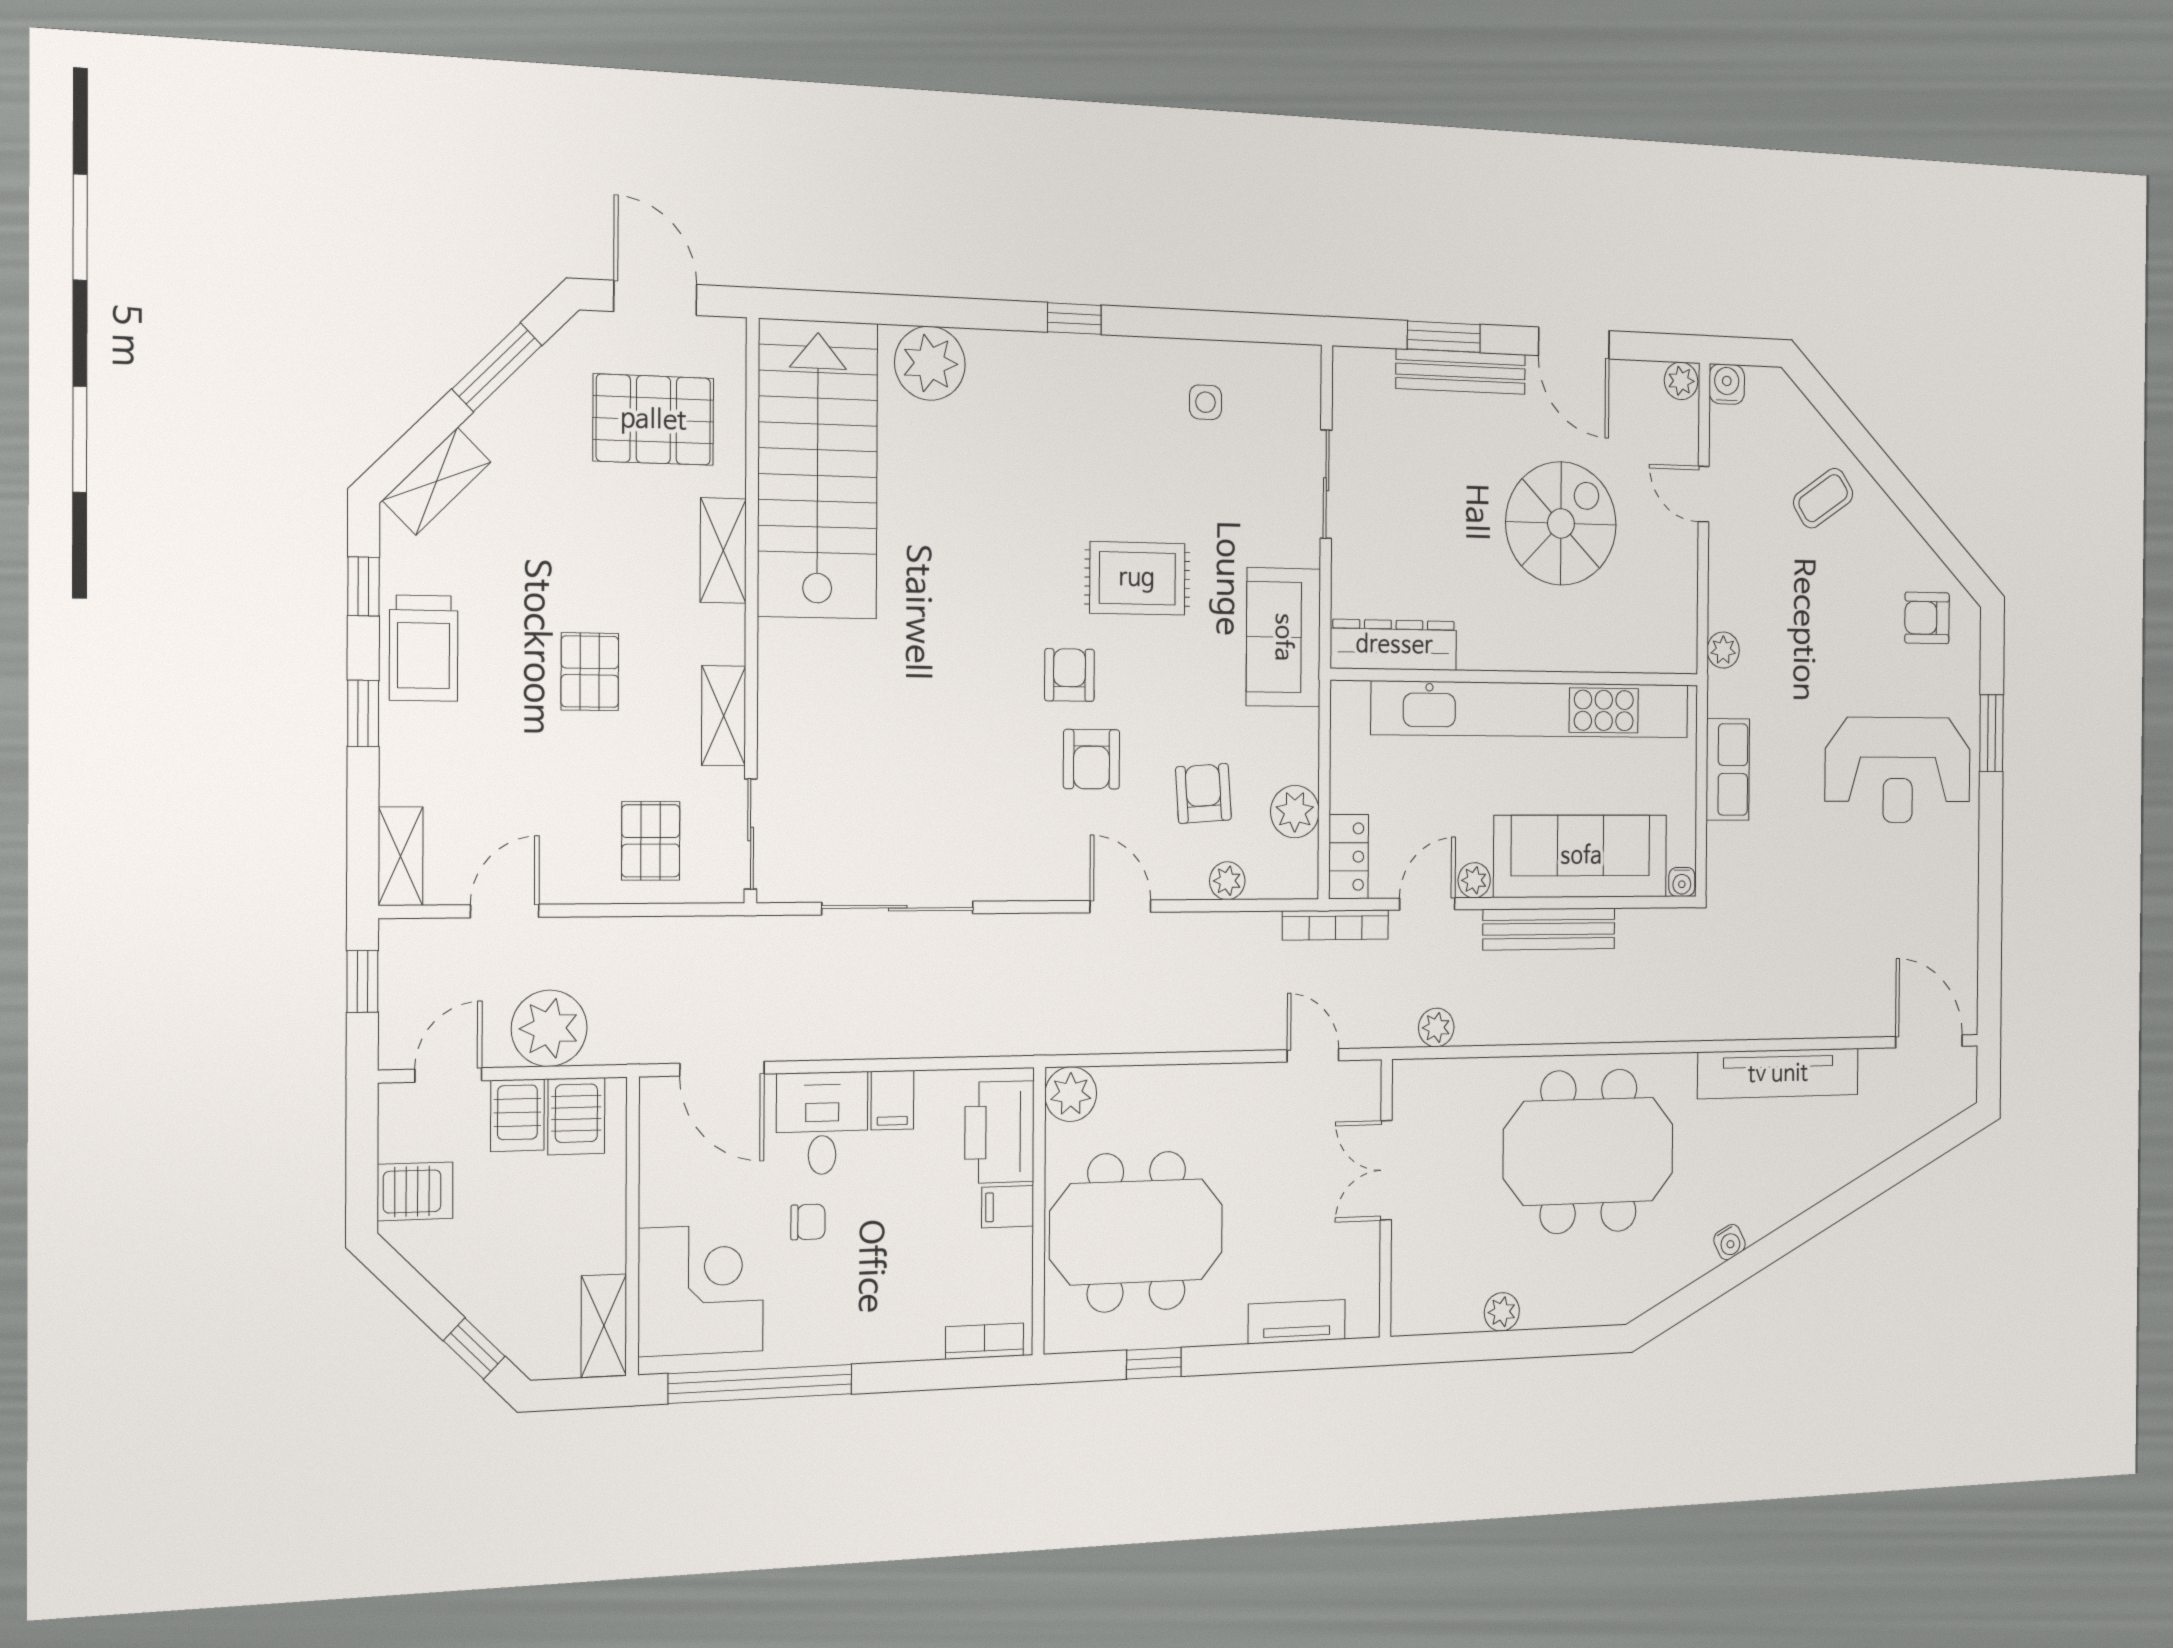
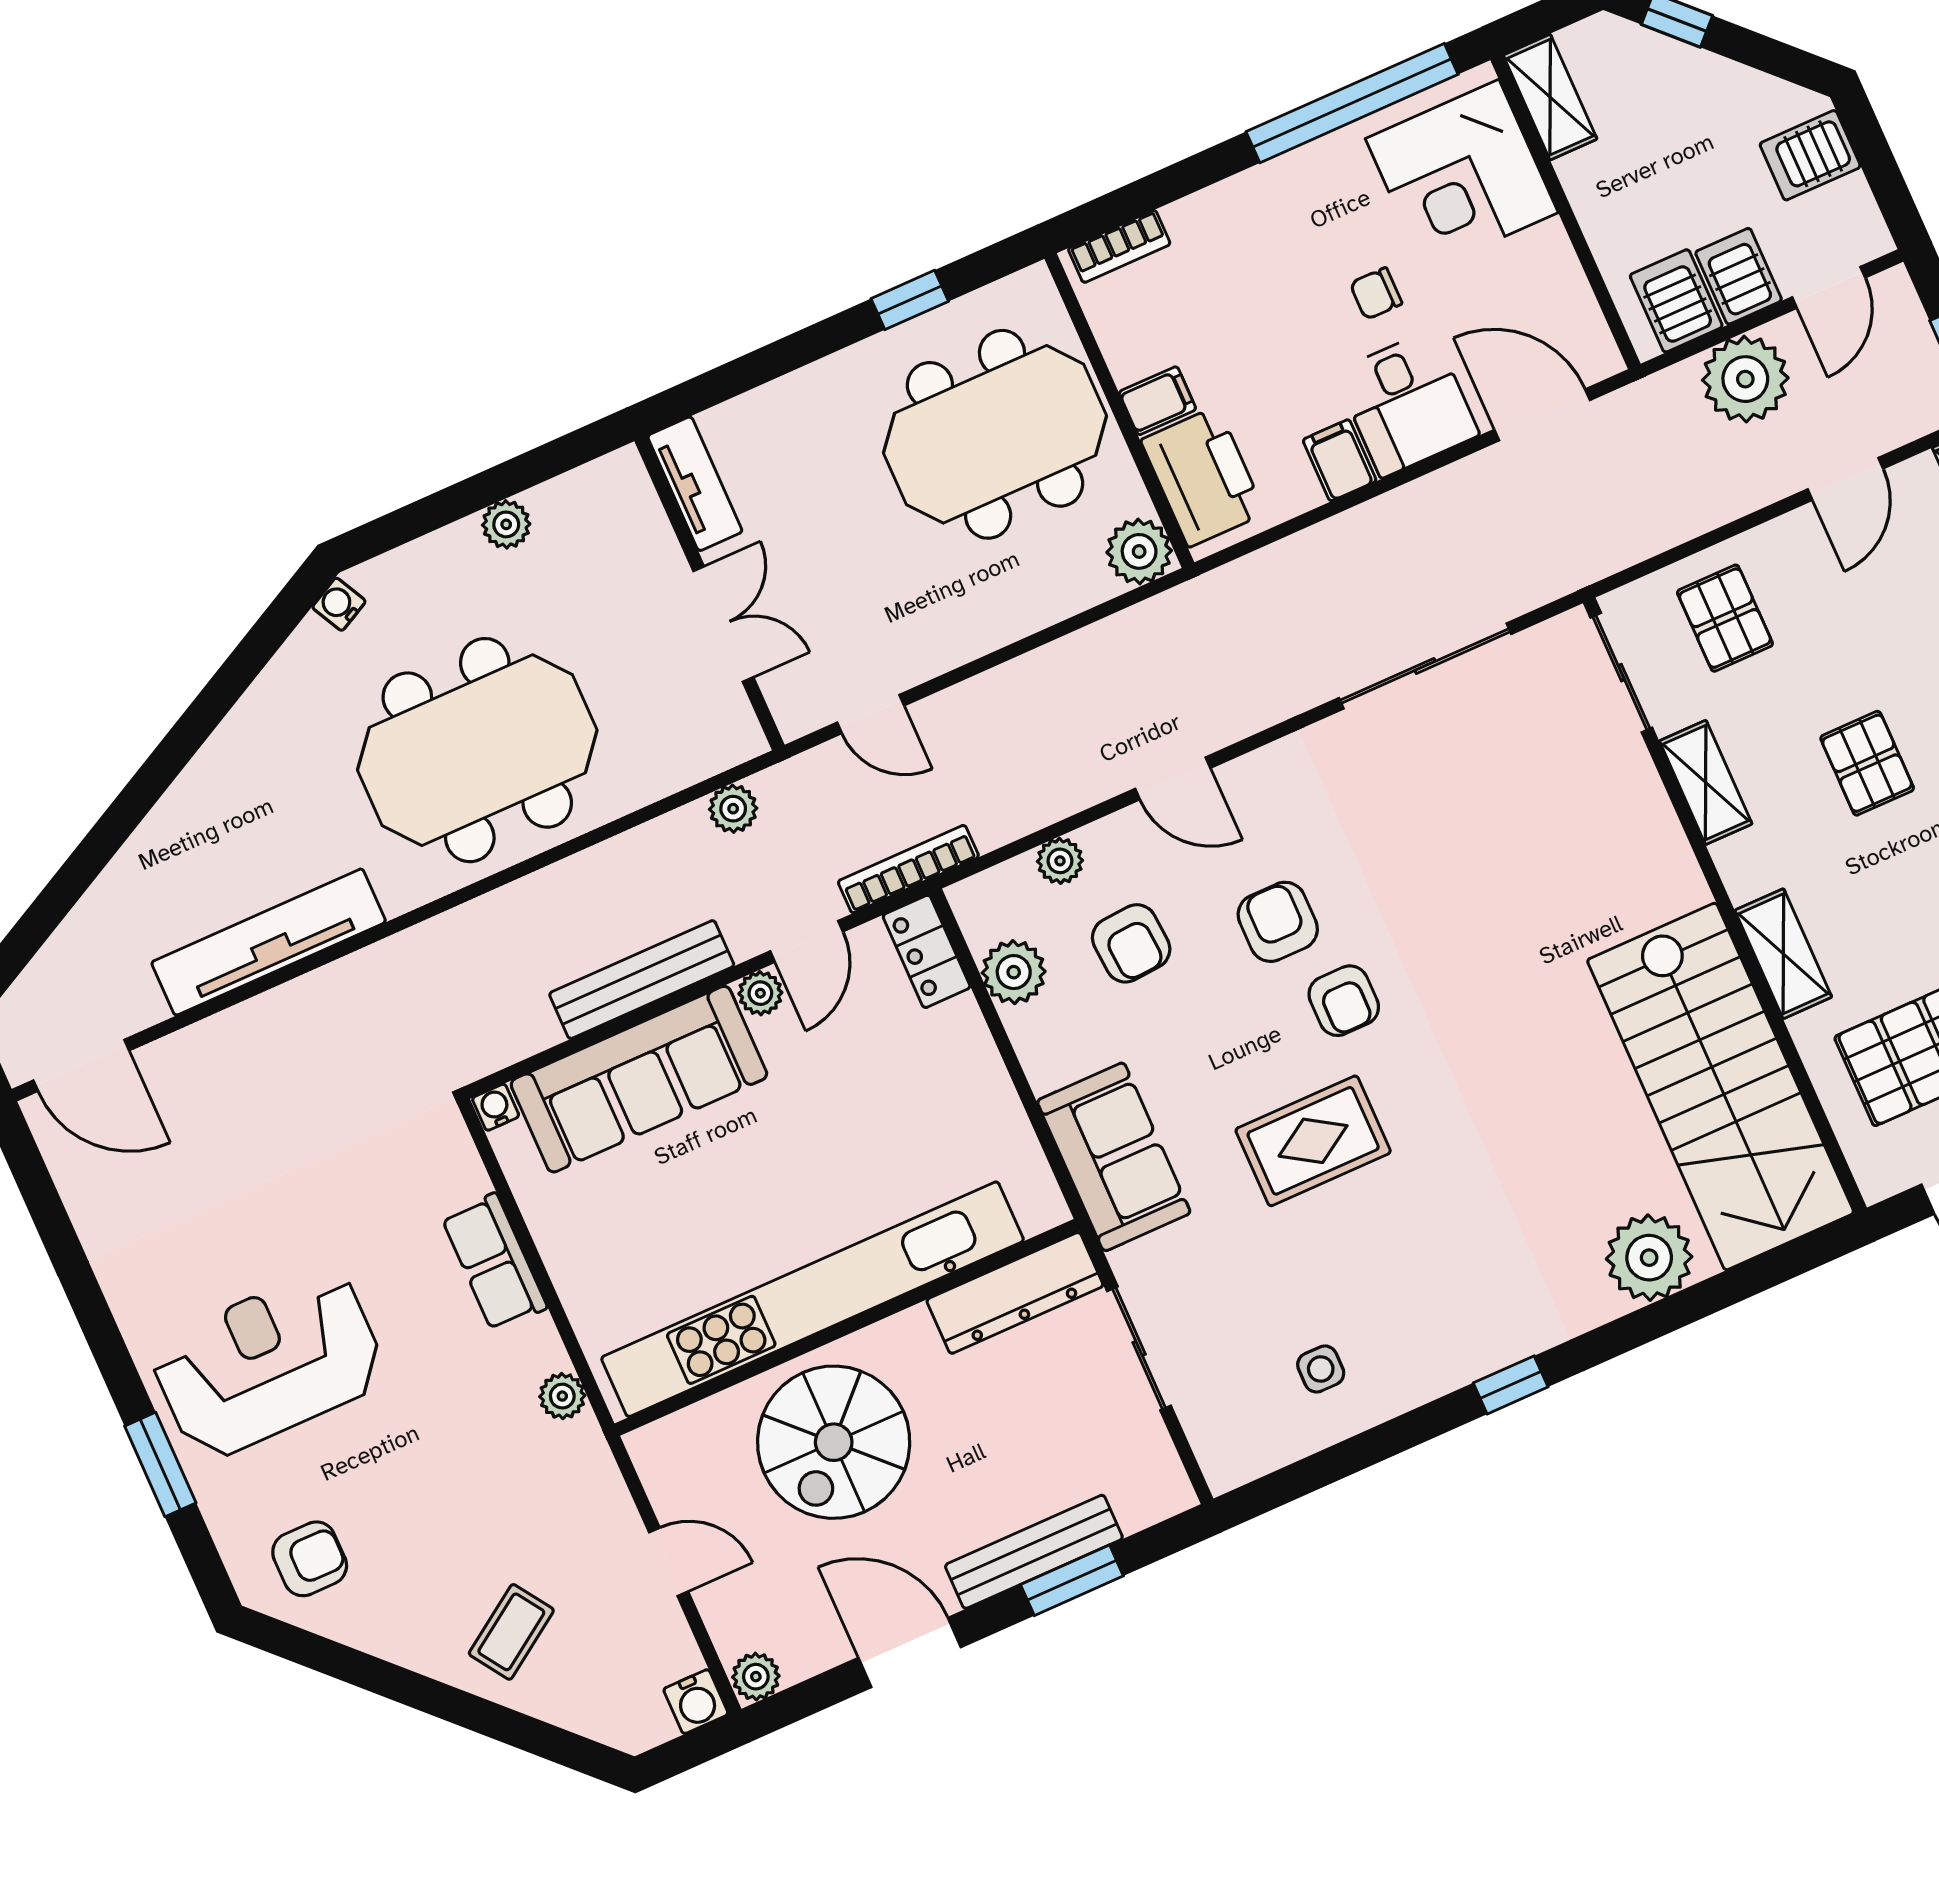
dresser: (1394, 645) -> (1015, 1293), moved
wall: (1517, 677) -> (847, 1327), moved
kitchen unit: (1532, 710) -> (813, 1299), moved
water cooler: (1729, 1242) -> (339, 604), moved
tv unit: (1297, 1322) -> (695, 484), moved, turned -90

